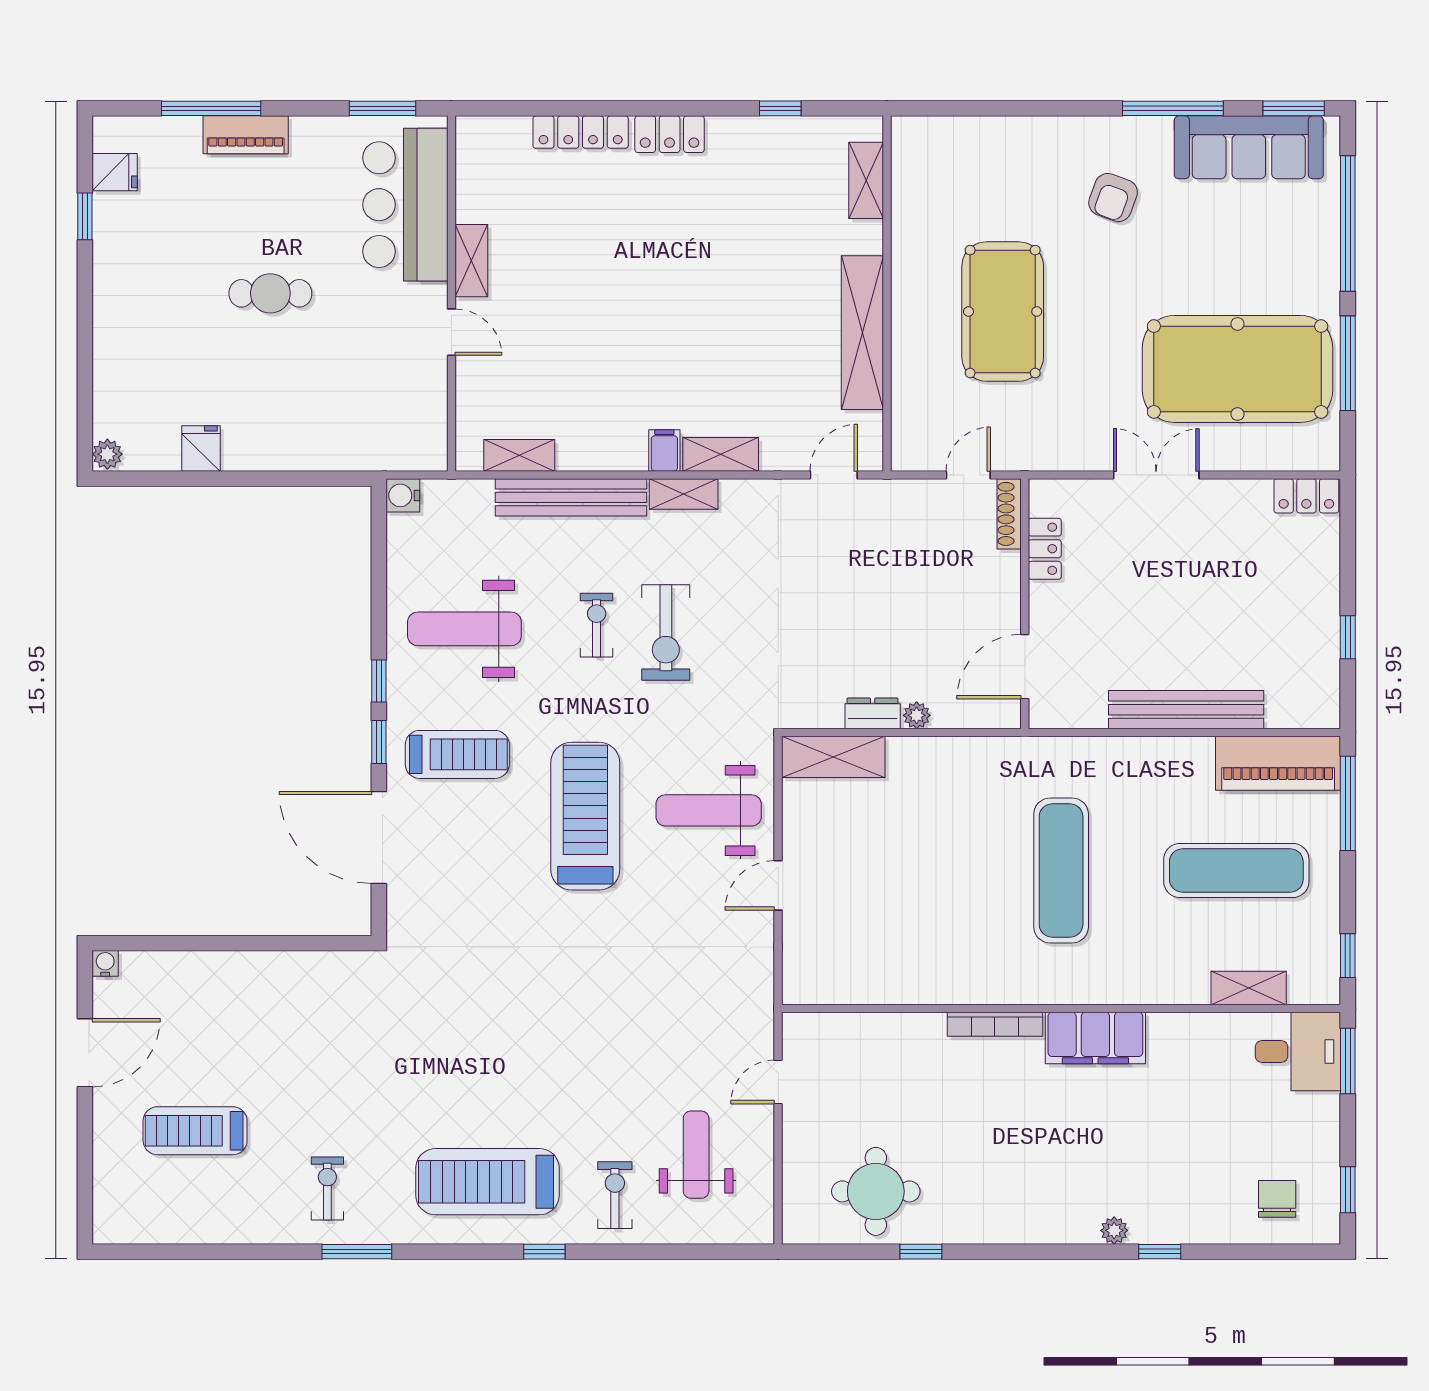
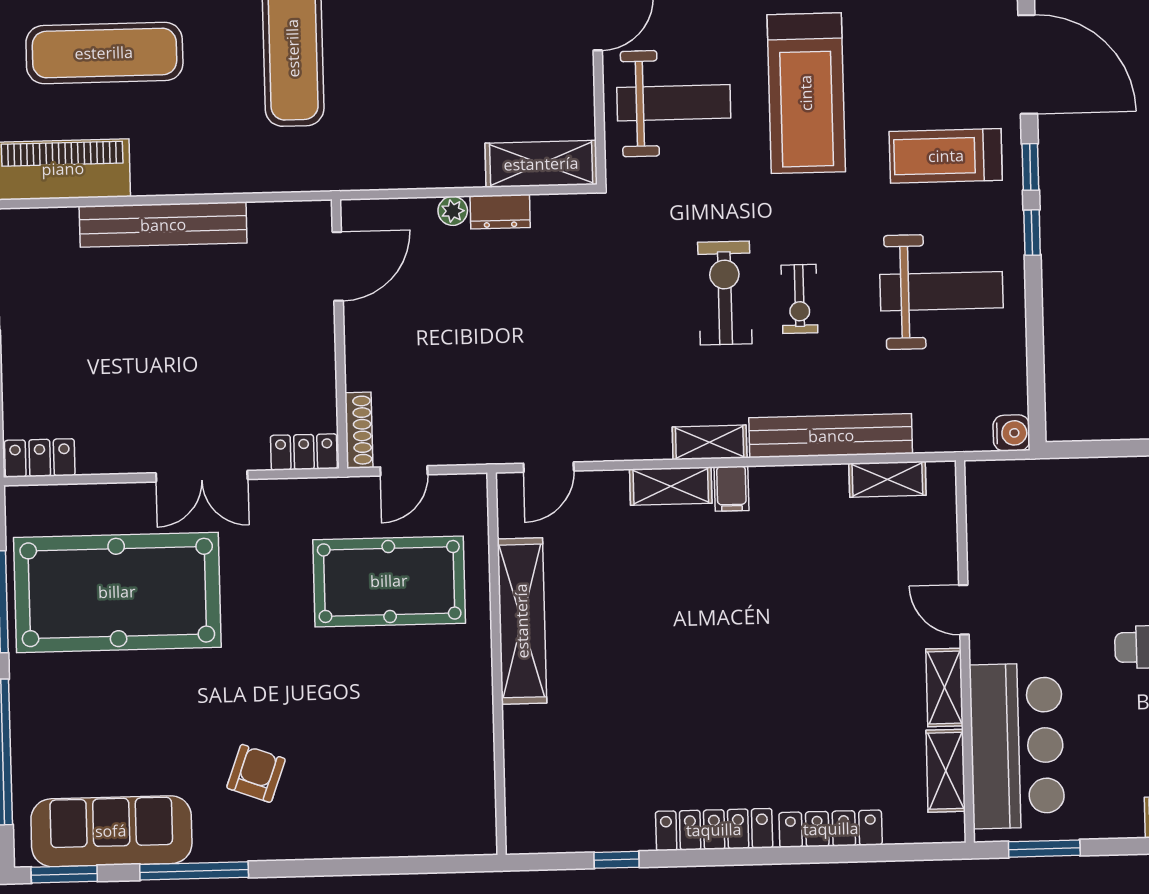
locker: (670, 134) -> (714, 830), width x1.53
shelving: (866, 180) -> (946, 771), moved
pool table: (1003, 312) -> (389, 581), moved, turned 90
locker: (1045, 549) -> (304, 452), moved, turned 90

